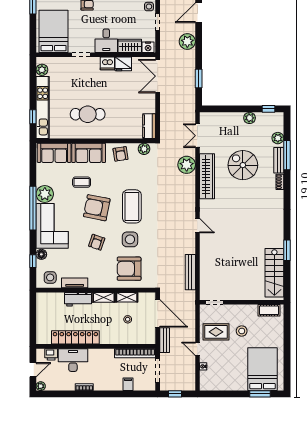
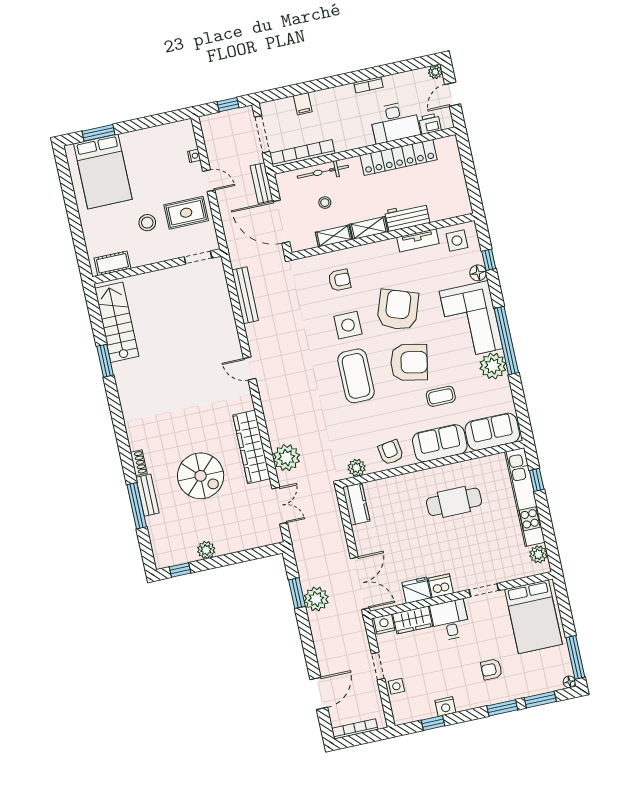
plant: (187, 42) -> (316, 599), moved
plant: (278, 138) -> (156, 529), removed
armchair: (97, 242) -> (398, 310), width x1.88, depth x1.88
armchair: (129, 269) -> (340, 280), width x0.53, depth x0.53
bicycle: (125, 339) -> (323, 172), added

